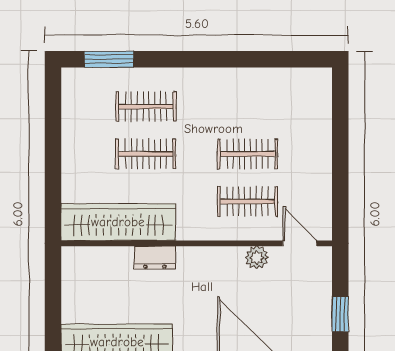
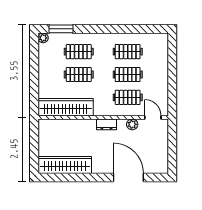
plant: (72, 78) -> (43, 38), added
clothes rail: (247, 106) -> (128, 52), added
dresser: (155, 258) -> (106, 124), moved
window: (340, 314) -> (172, 152), removed

